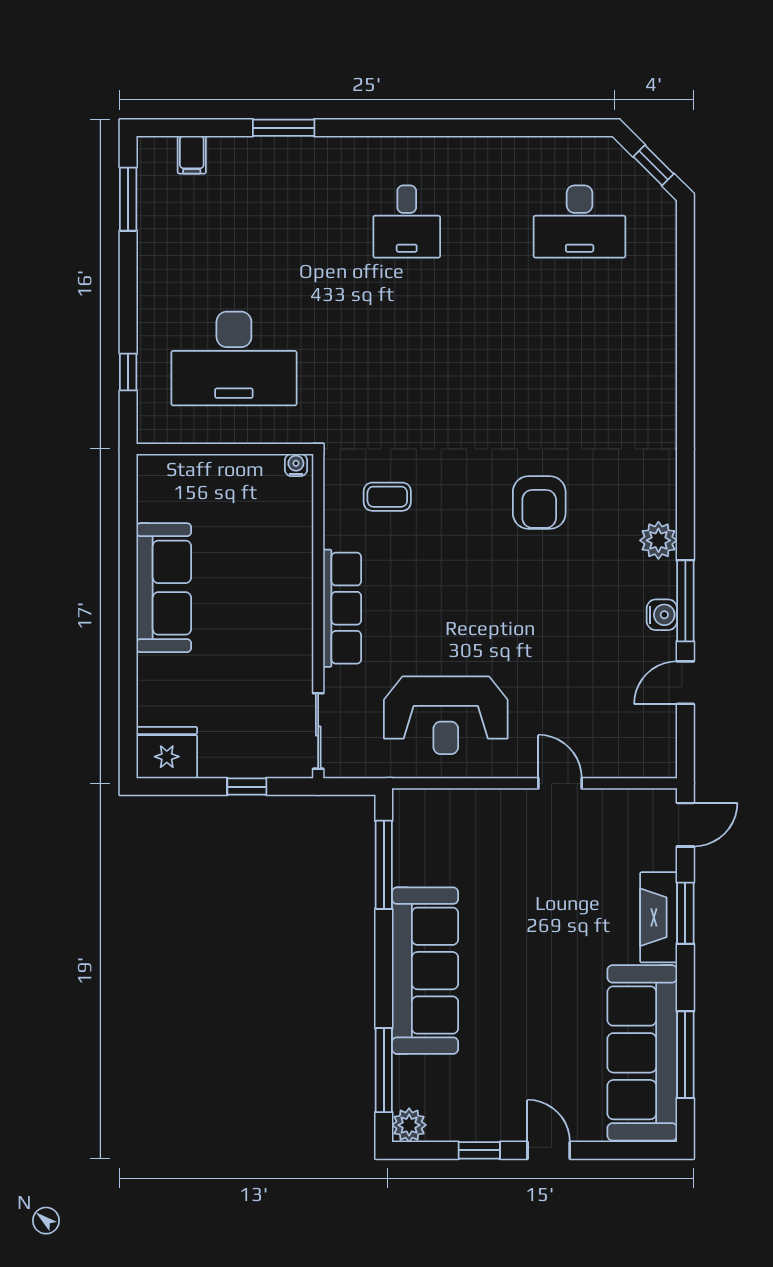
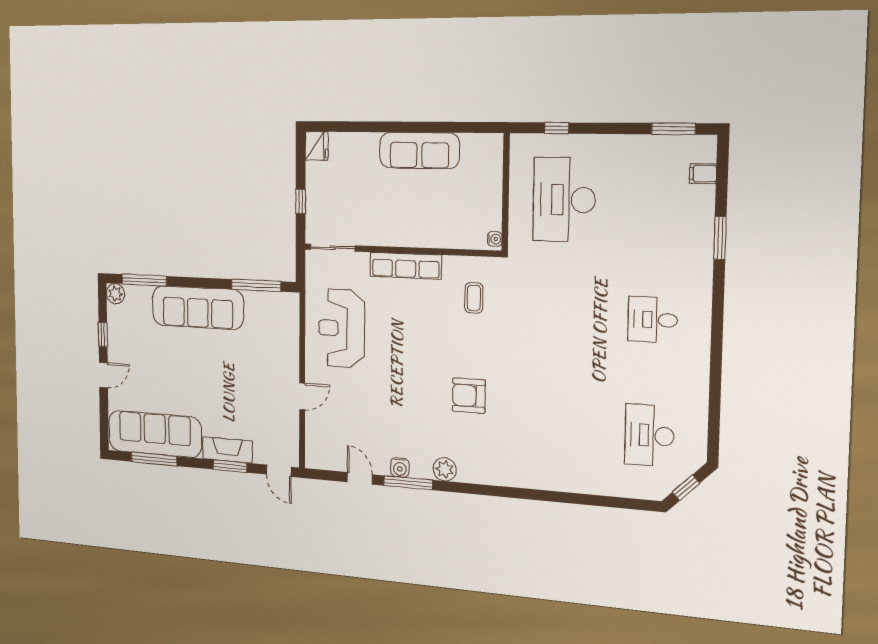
fridge: (167, 753) -> (317, 146), width x0.73, depth x0.75

